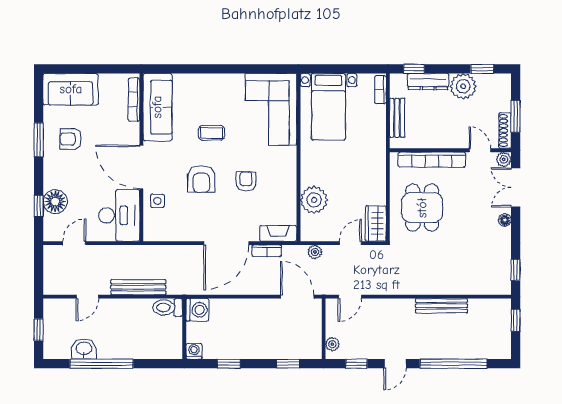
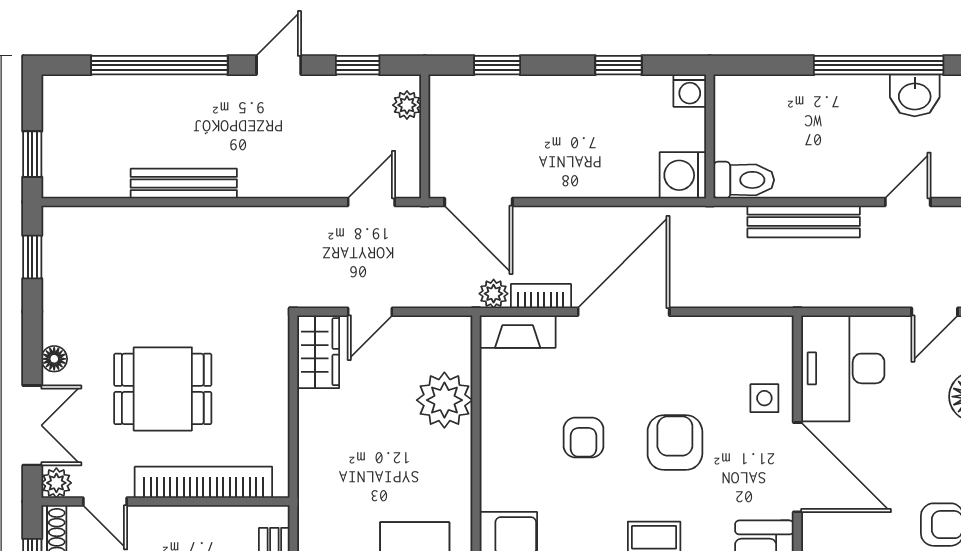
dining table: (422, 208) -> (163, 389), moved, turned 90
plant: (315, 252) -> (494, 294), moved

